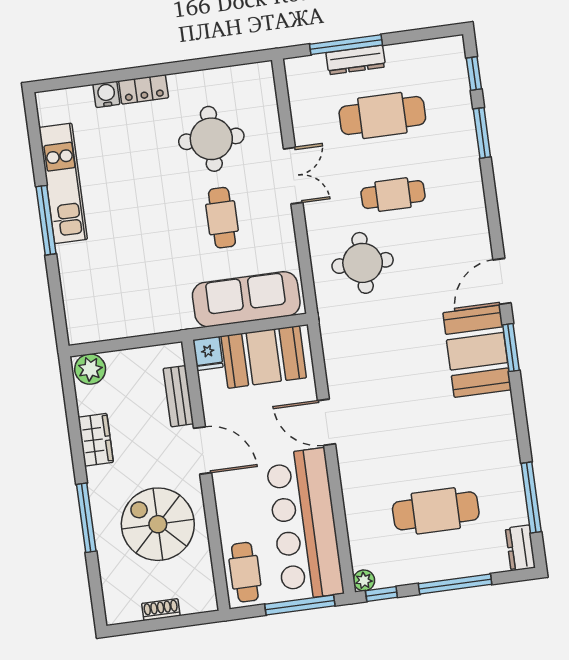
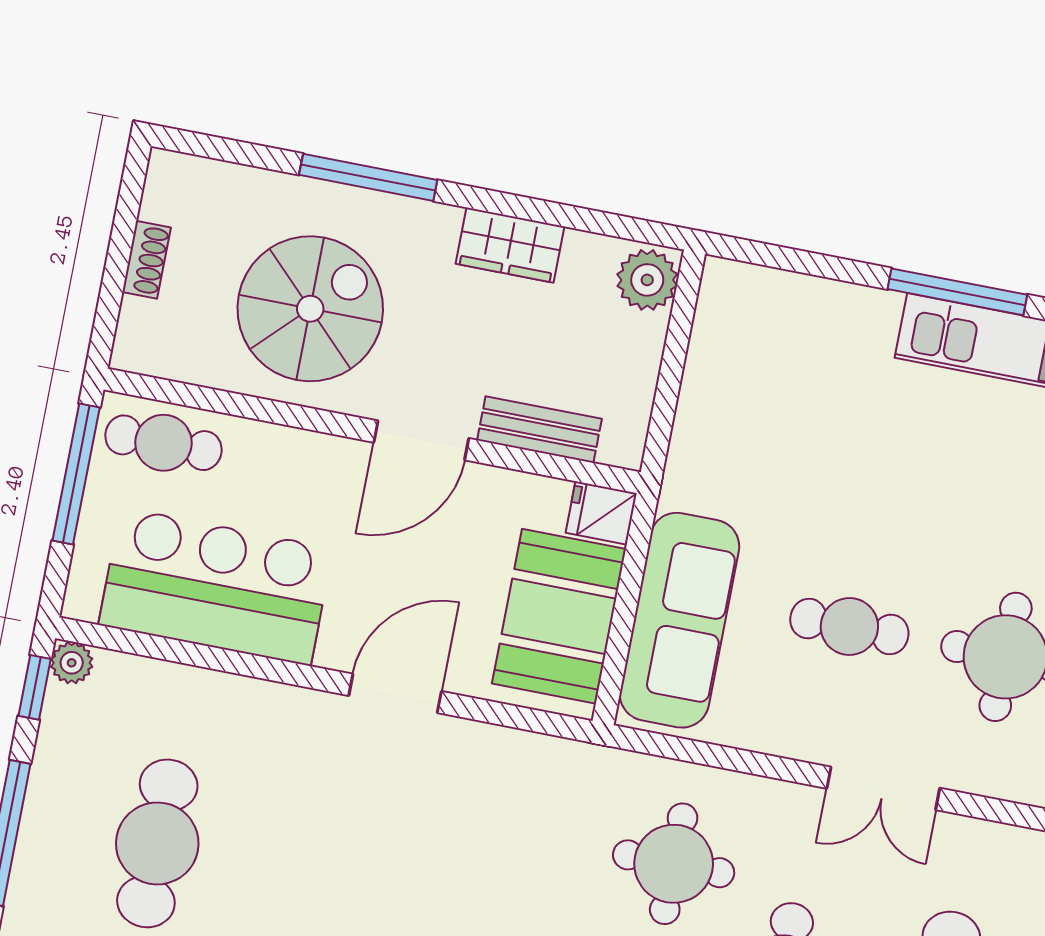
bar counter: (305, 524) -> (216, 587), width x0.73
window: (300, 605) -> (76, 474), moved

